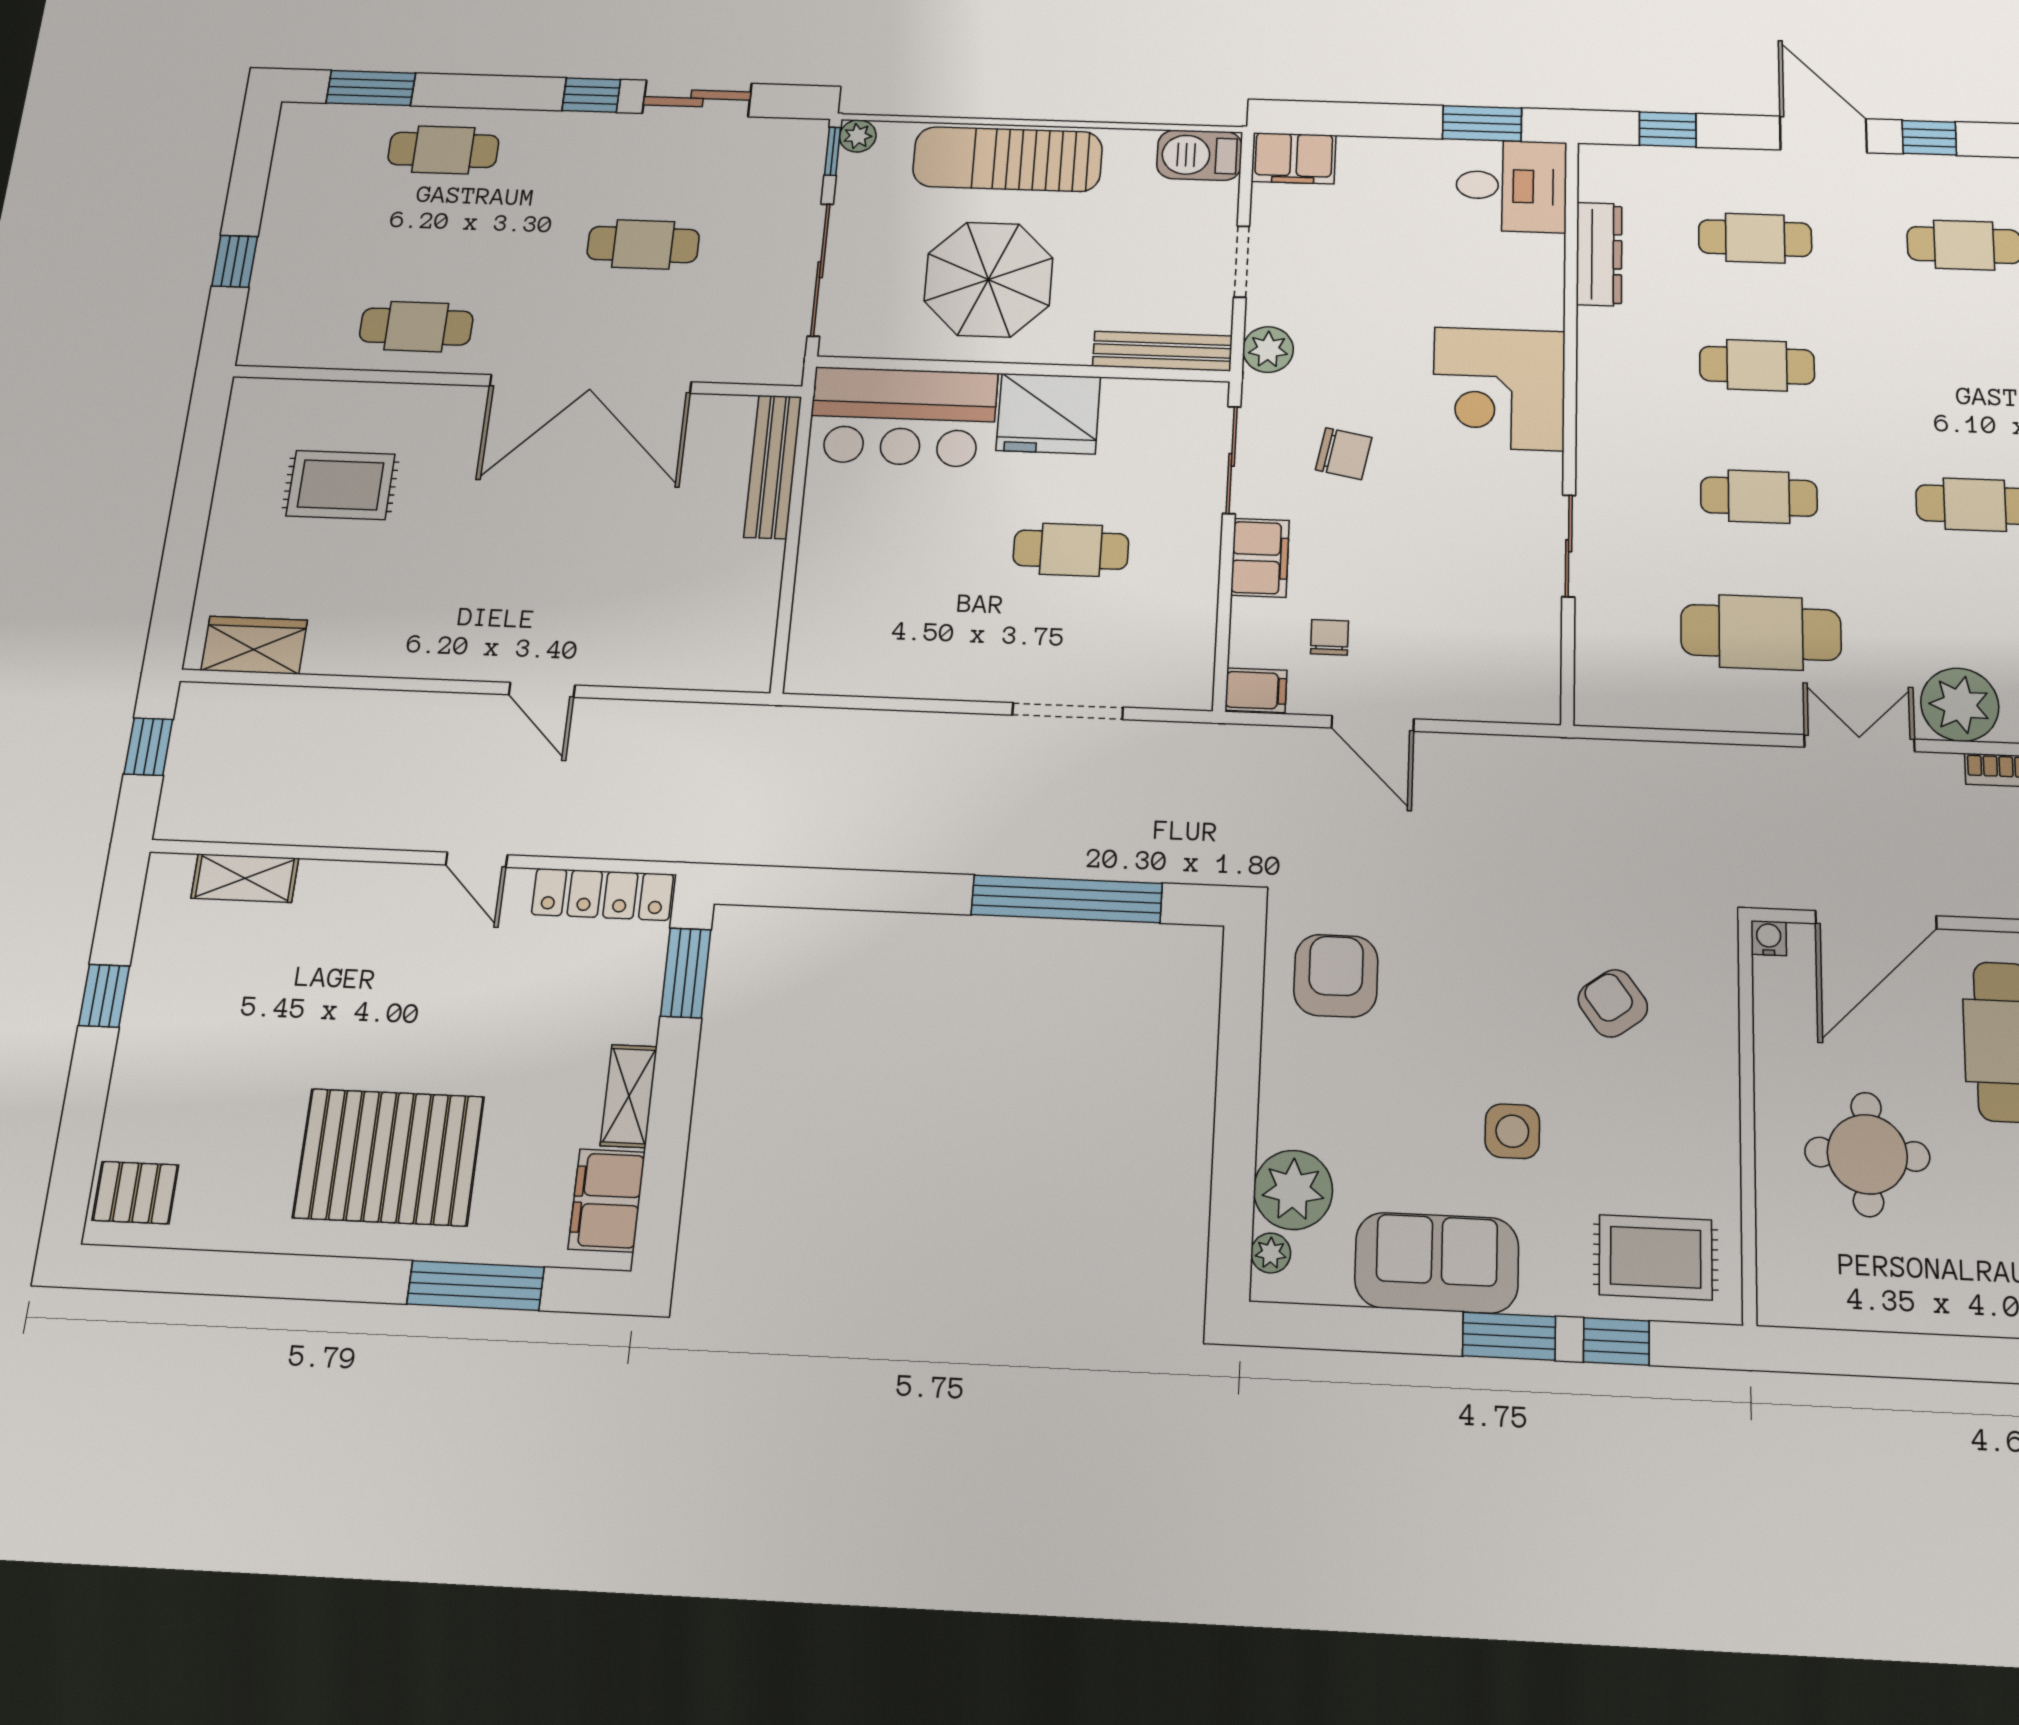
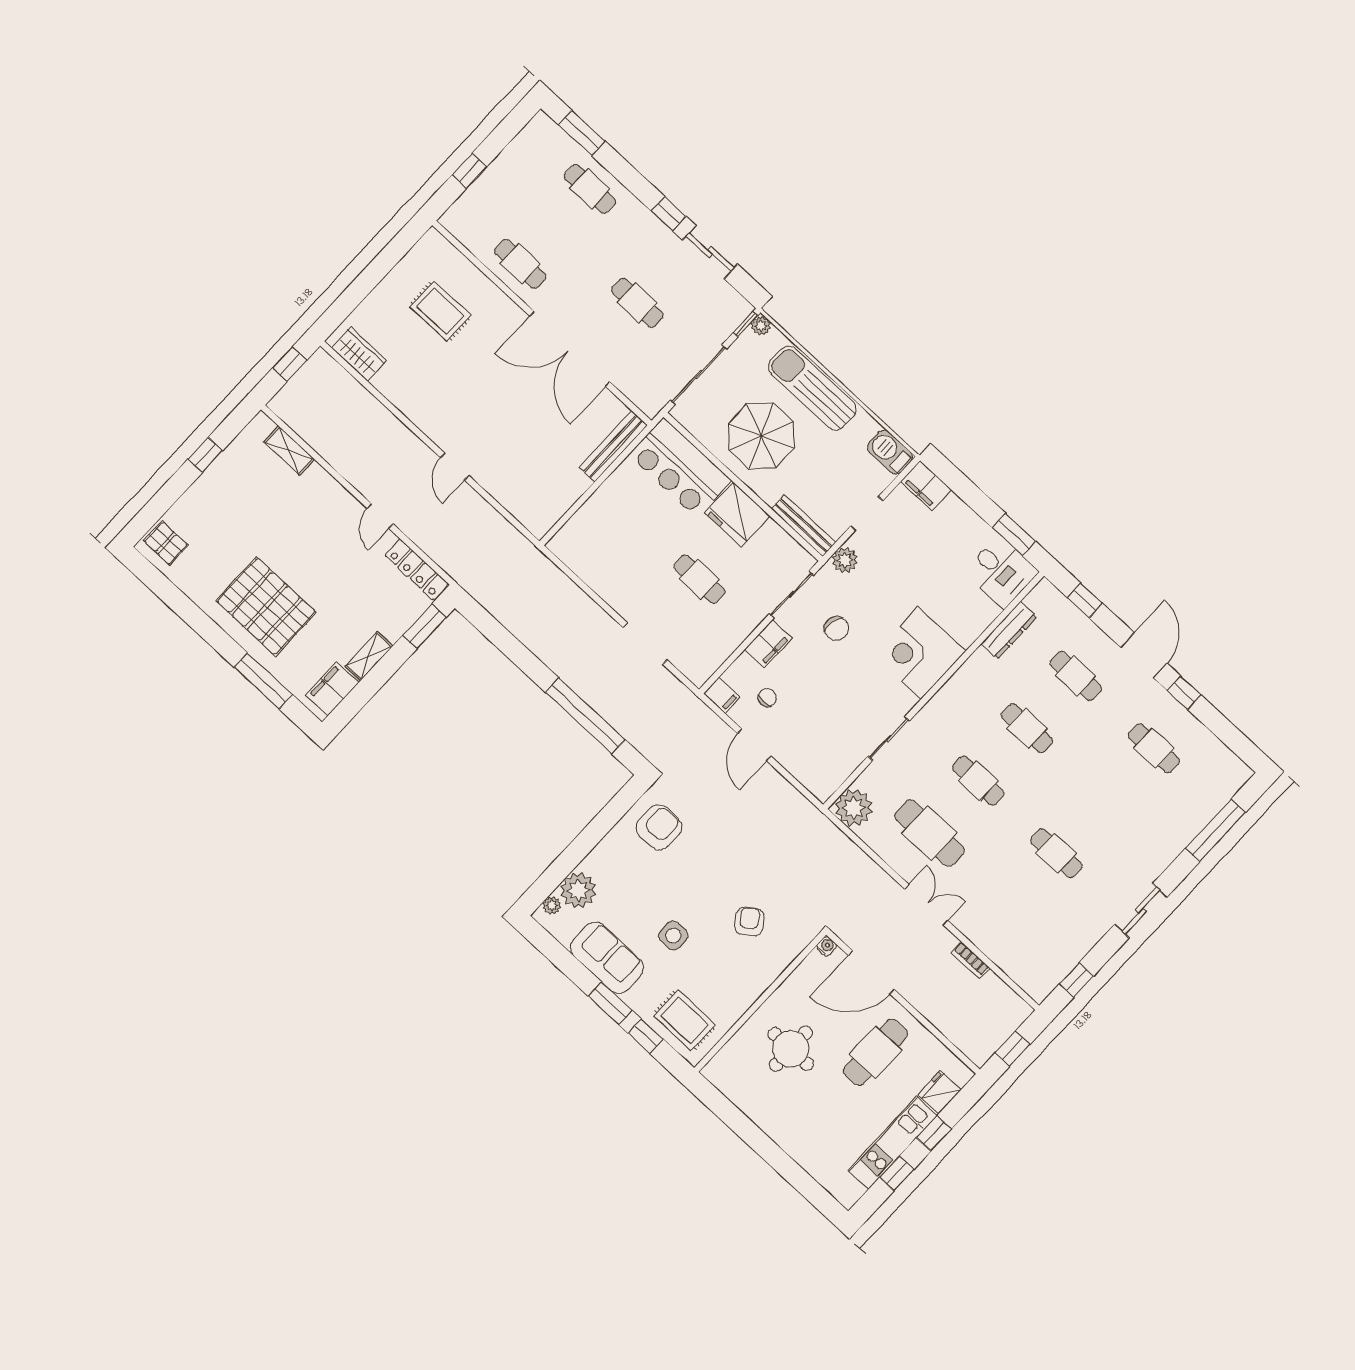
plant: (1960, 705) -> (854, 808), moved

